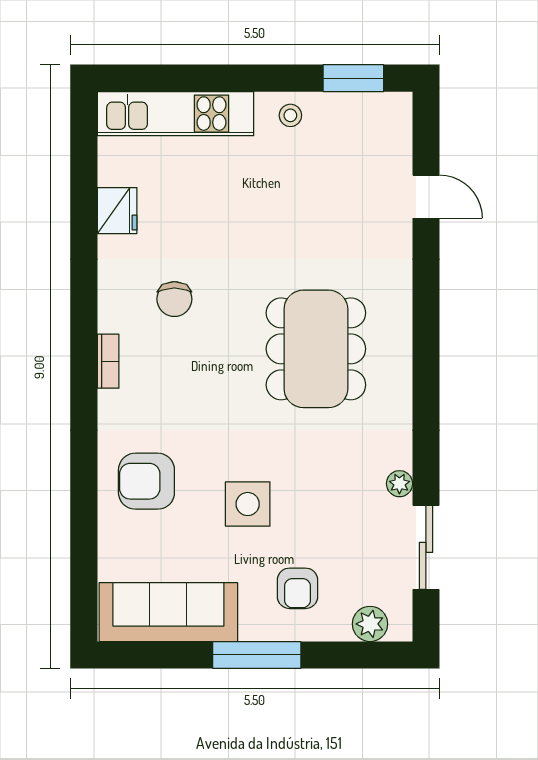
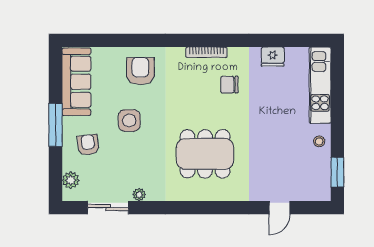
bookcase: (108, 361) -> (206, 52), width x1.56
armchair: (297, 588) -> (88, 145), turned 84

